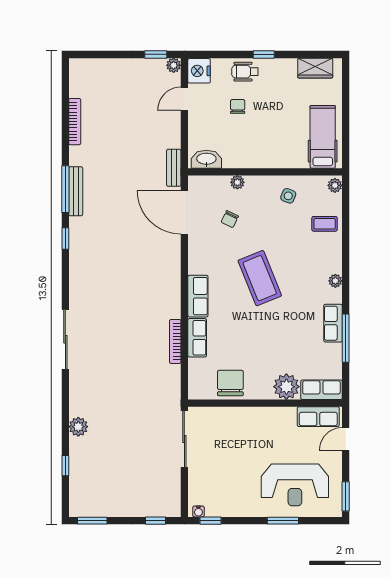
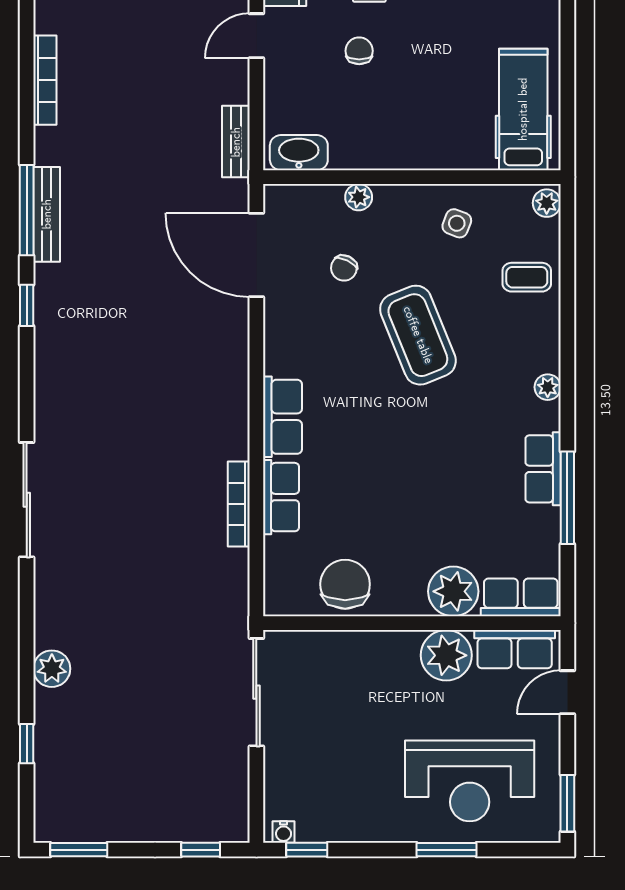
bench: (174, 168) -> (236, 142), moved
coffee table: (260, 278) -> (418, 335), moved
plant: (283, 420) -> (446, 655), added

